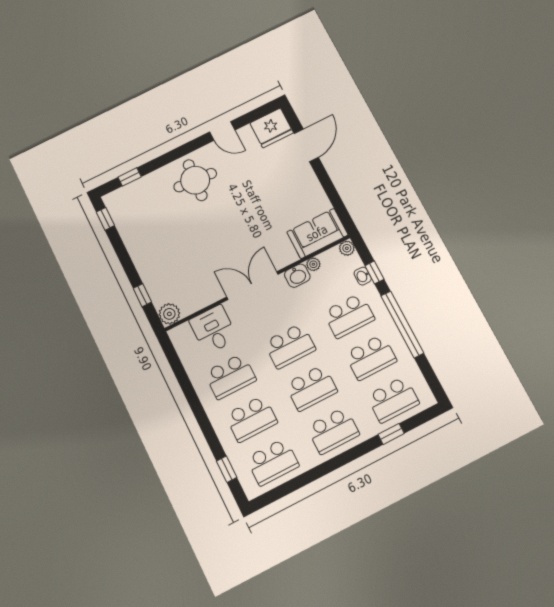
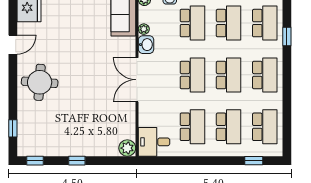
window: (142, 295) -> (77, 161), moved
desk: (213, 330) -> (154, 142), moved

